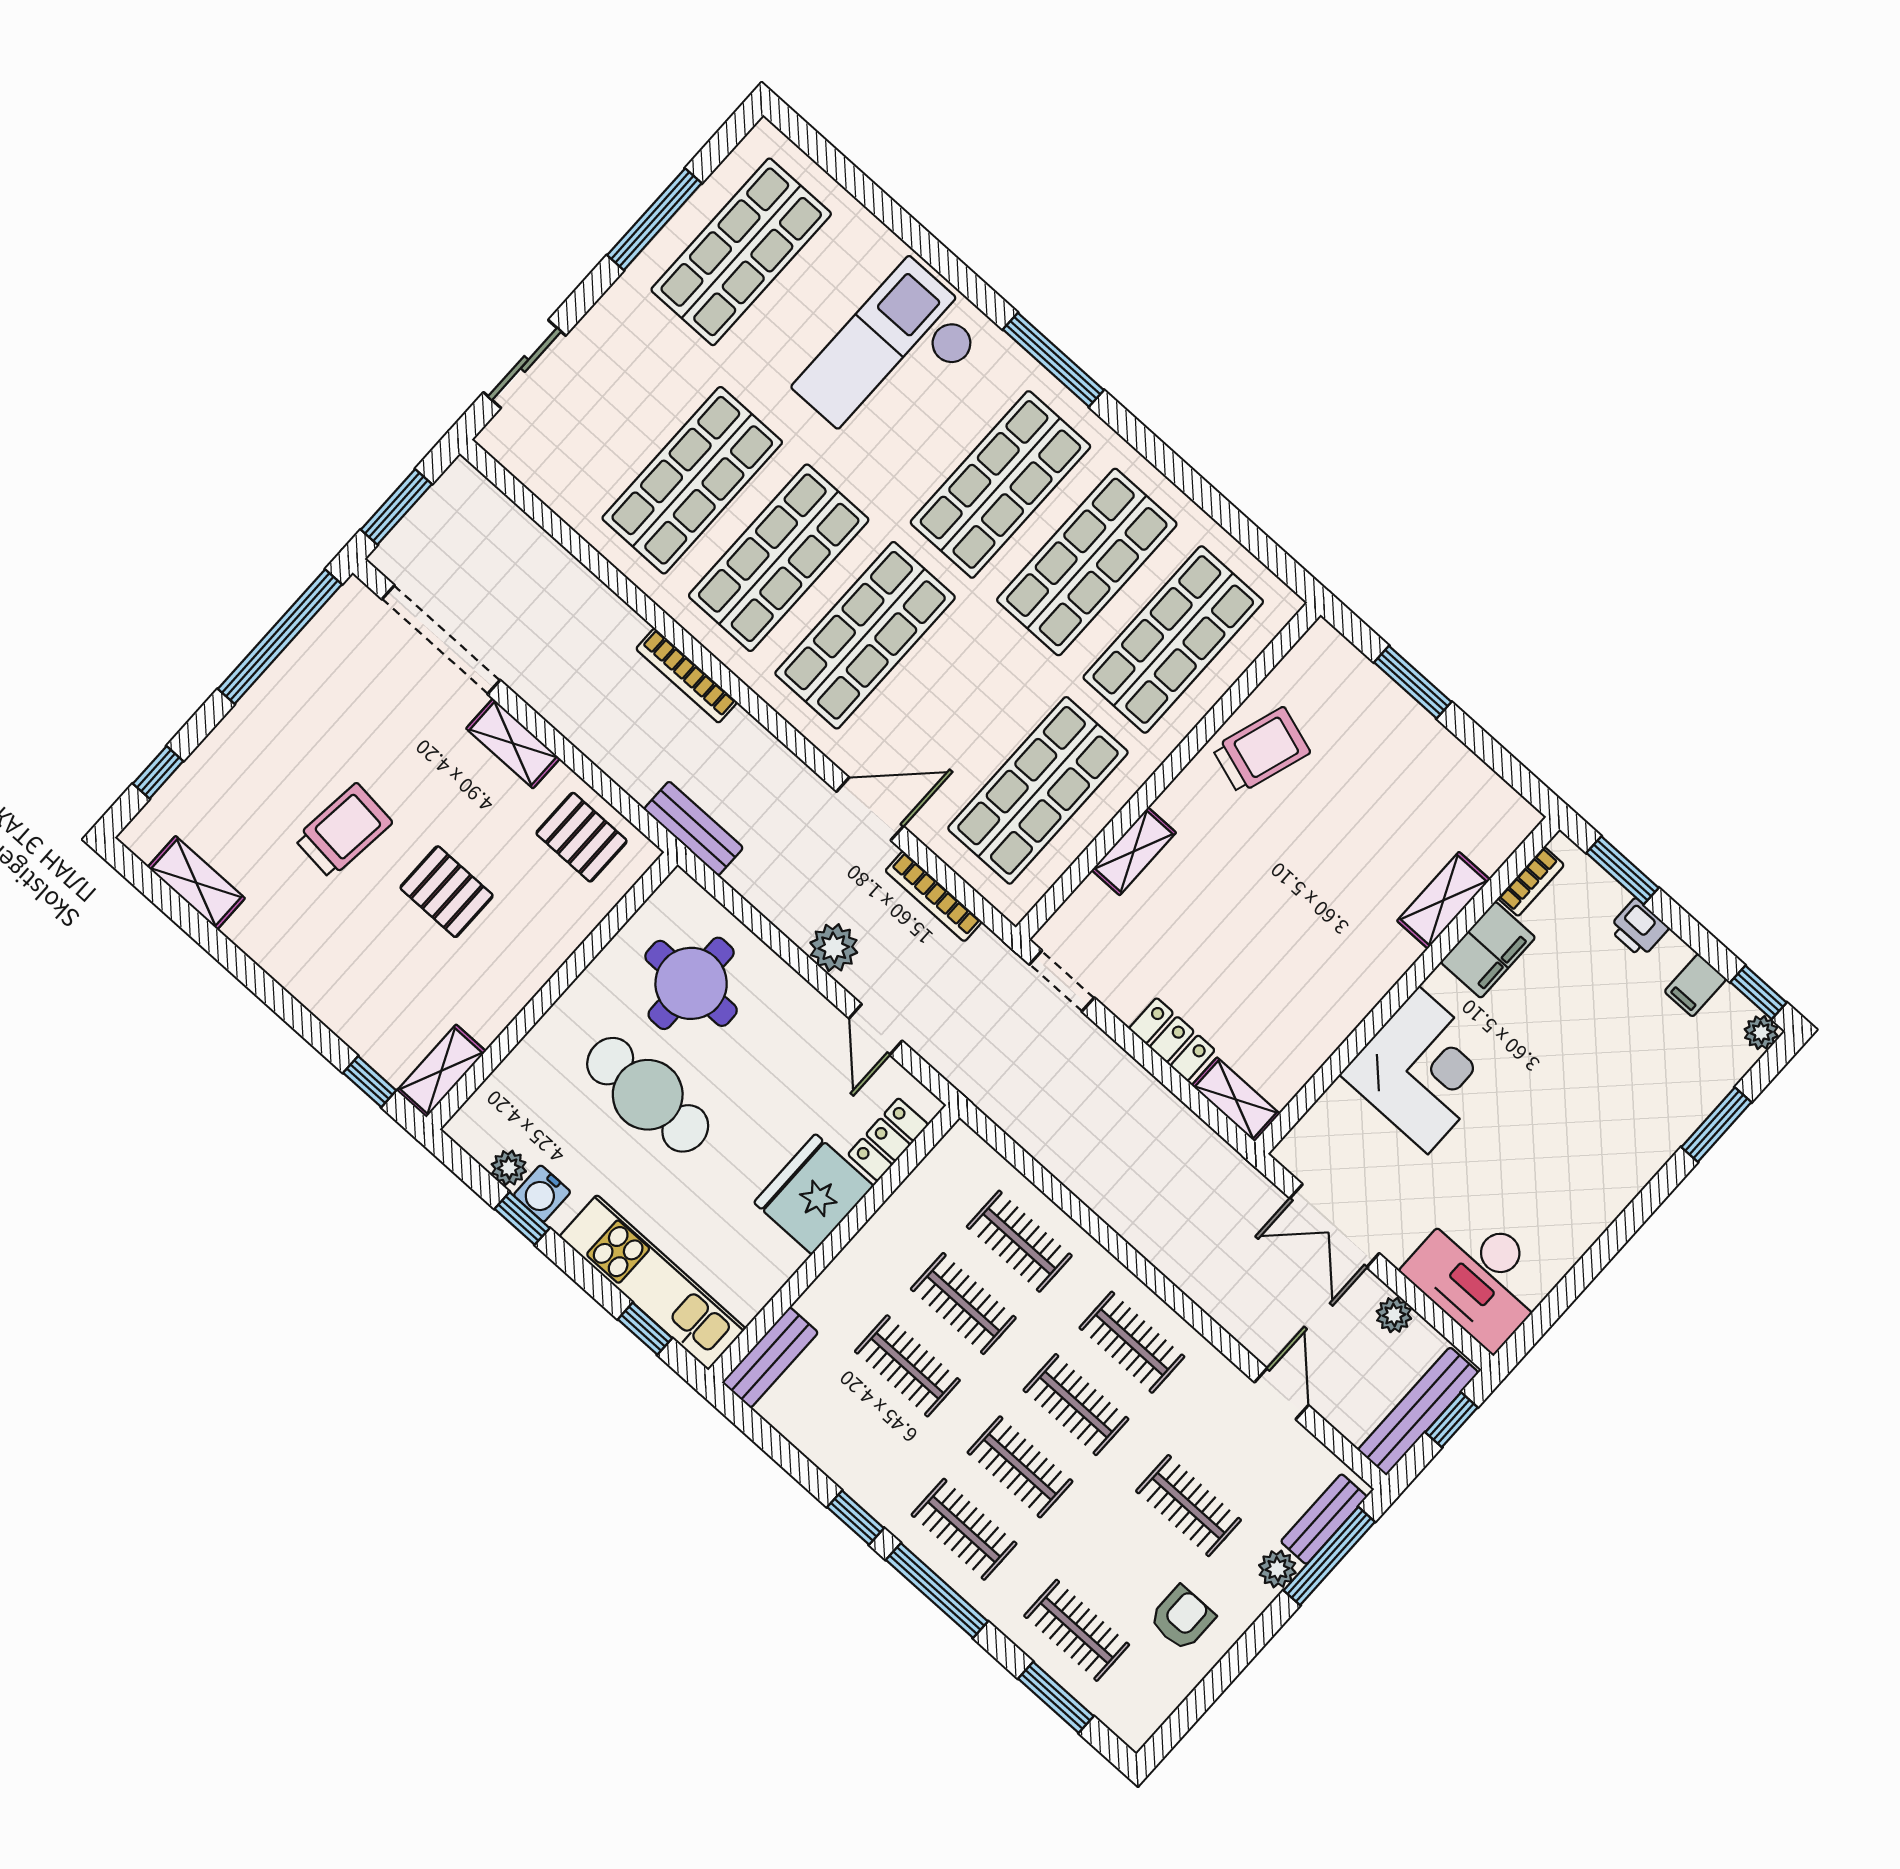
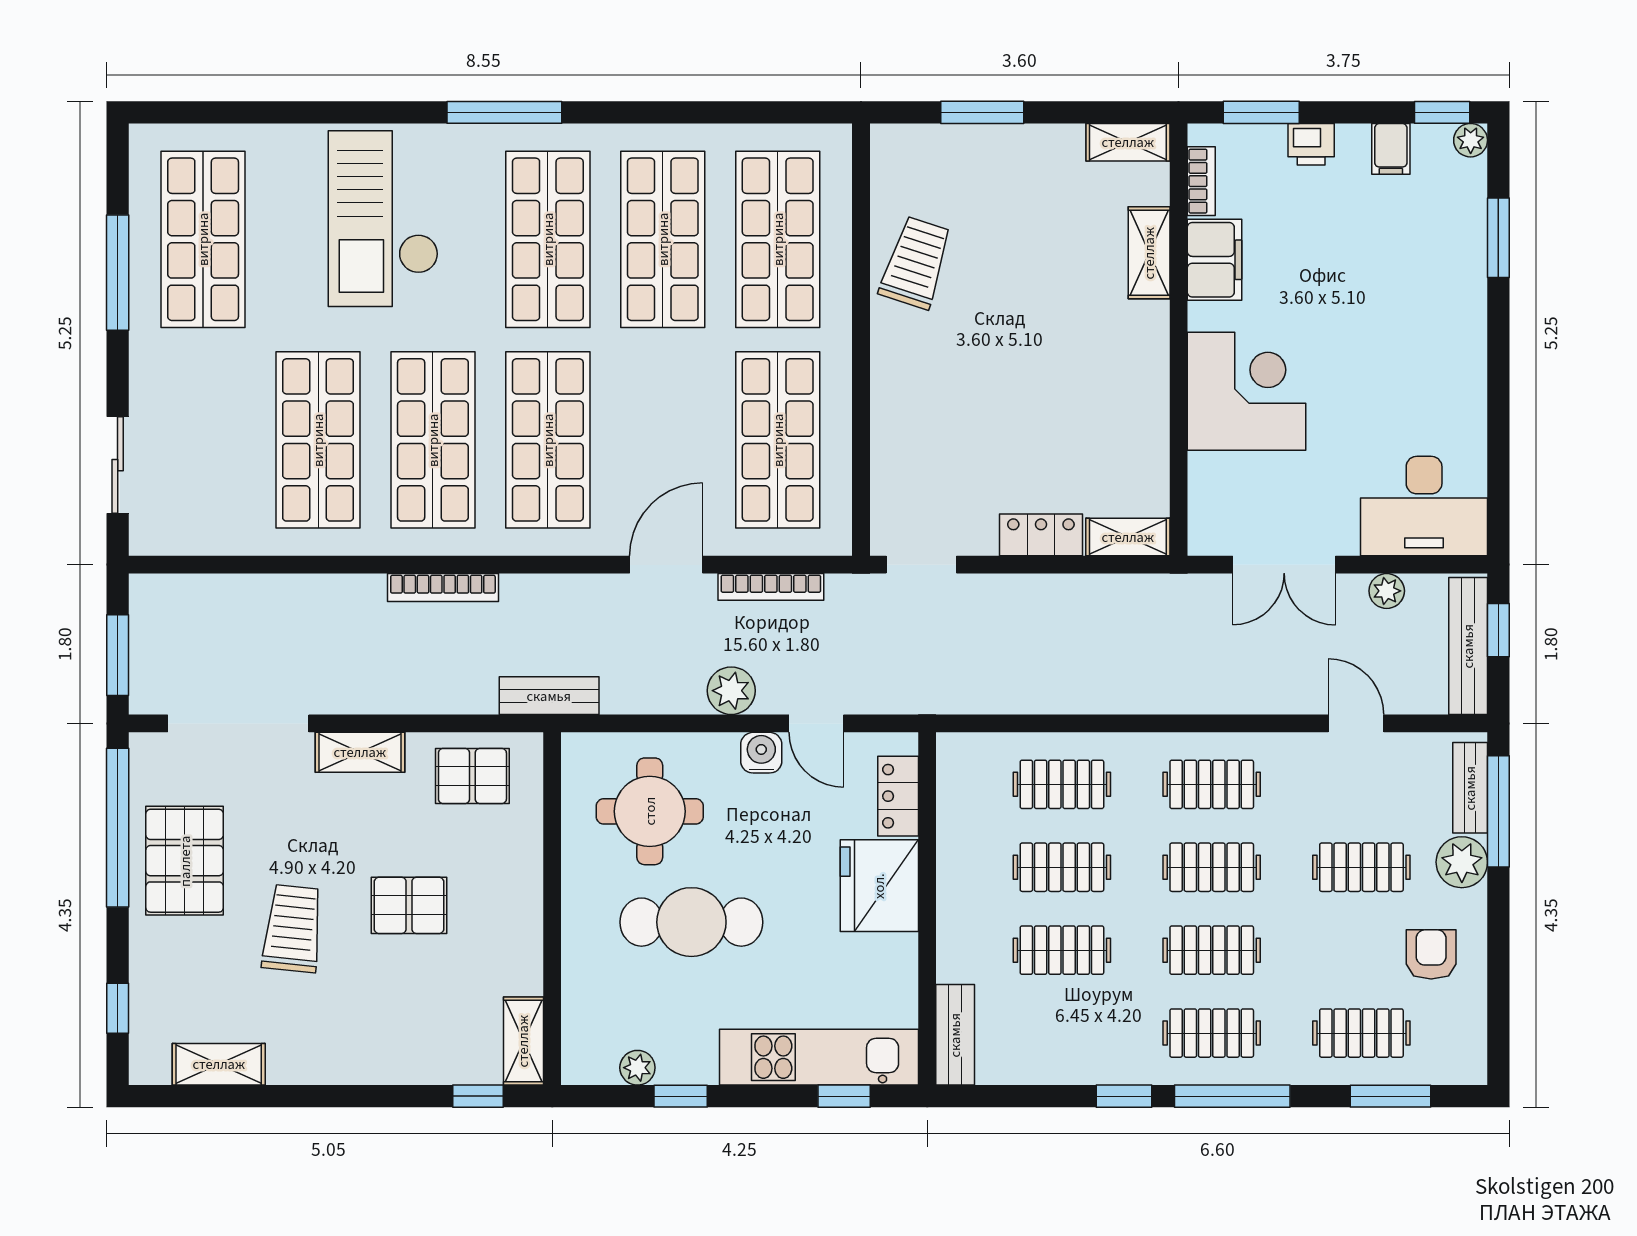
pallet: (308, 707) -> (185, 861), added
shelving: (1134, 851) -> (1128, 142), moved, turned 90
water cooler: (542, 1194) -> (761, 753), moved, turned 180
plant: (1277, 1569) -> (1462, 862), width x1.38, depth x1.38

